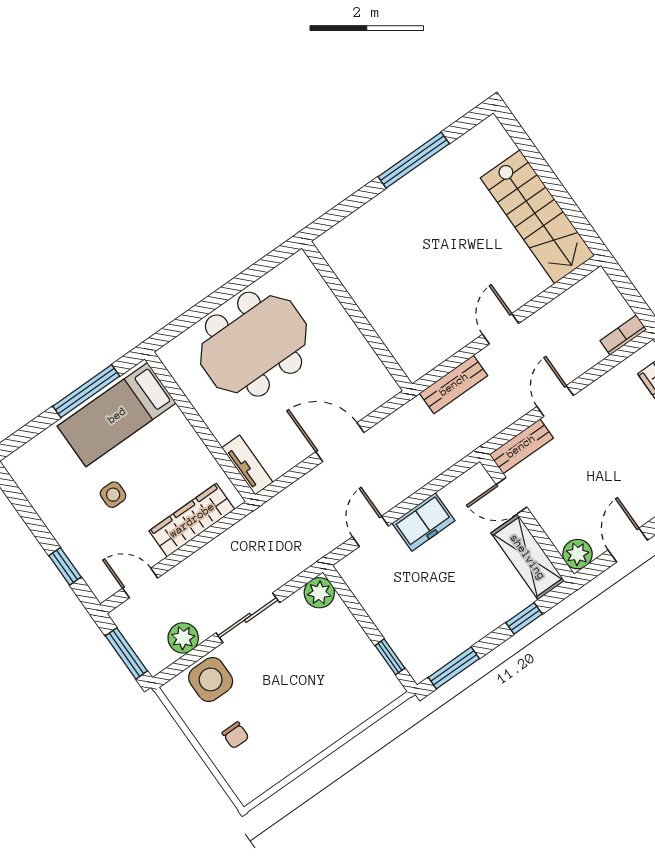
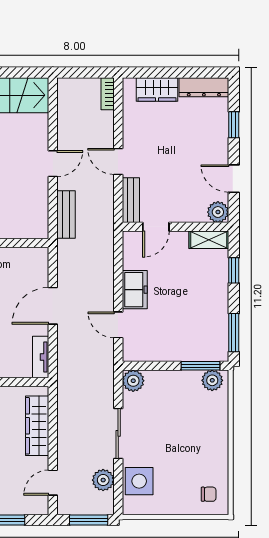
door: (501, 329) -> (53, 164), swing flipped
tv unit: (247, 465) -> (41, 357), moved, turned -90
shelving: (528, 557) -> (209, 240), width x0.67, depth x0.75
window: (390, 657) -> (200, 366), width x1.50
plant: (383, 682) -> (212, 380), added
chair: (235, 735) -> (209, 494), moved

